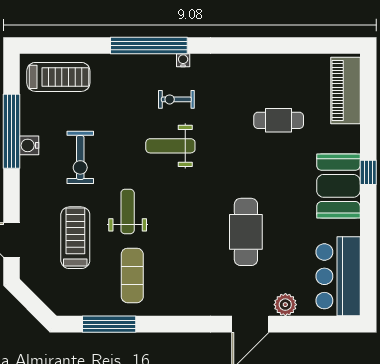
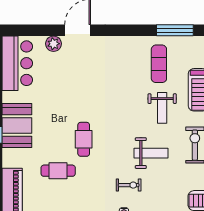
weight bench: (170, 146) -> (151, 153), moved
cafe table: (246, 232) -> (84, 139), moved, width x0.73, depth x0.74

